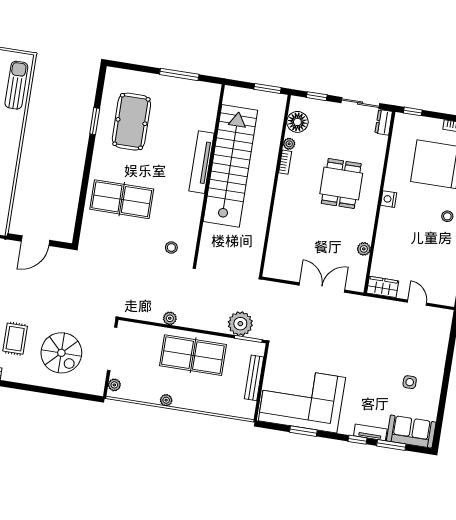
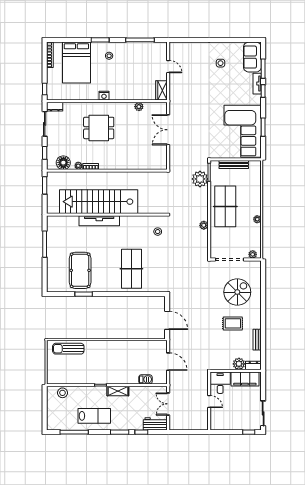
pool table: (131, 122) -> (80, 270), turned 90
door: (417, 303) -> (168, 67), swing flipped

